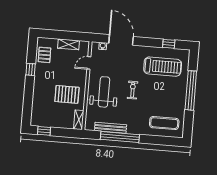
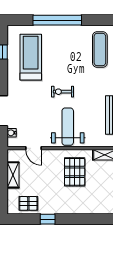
weight bench: (104, 92) -> (68, 127), turned 90

